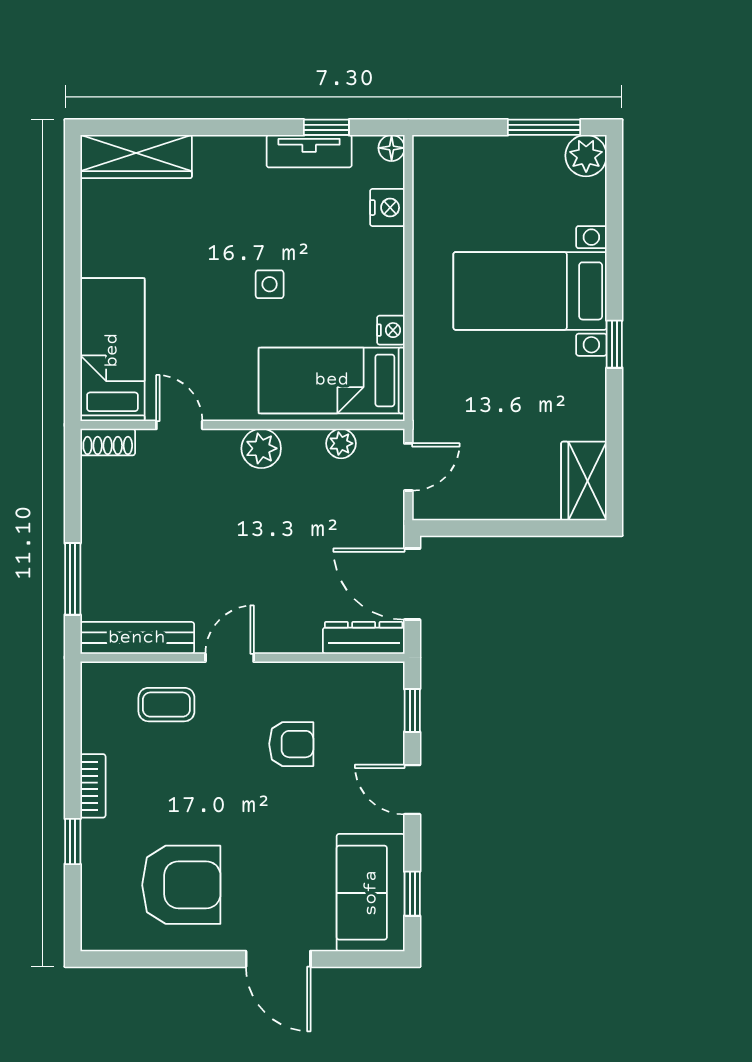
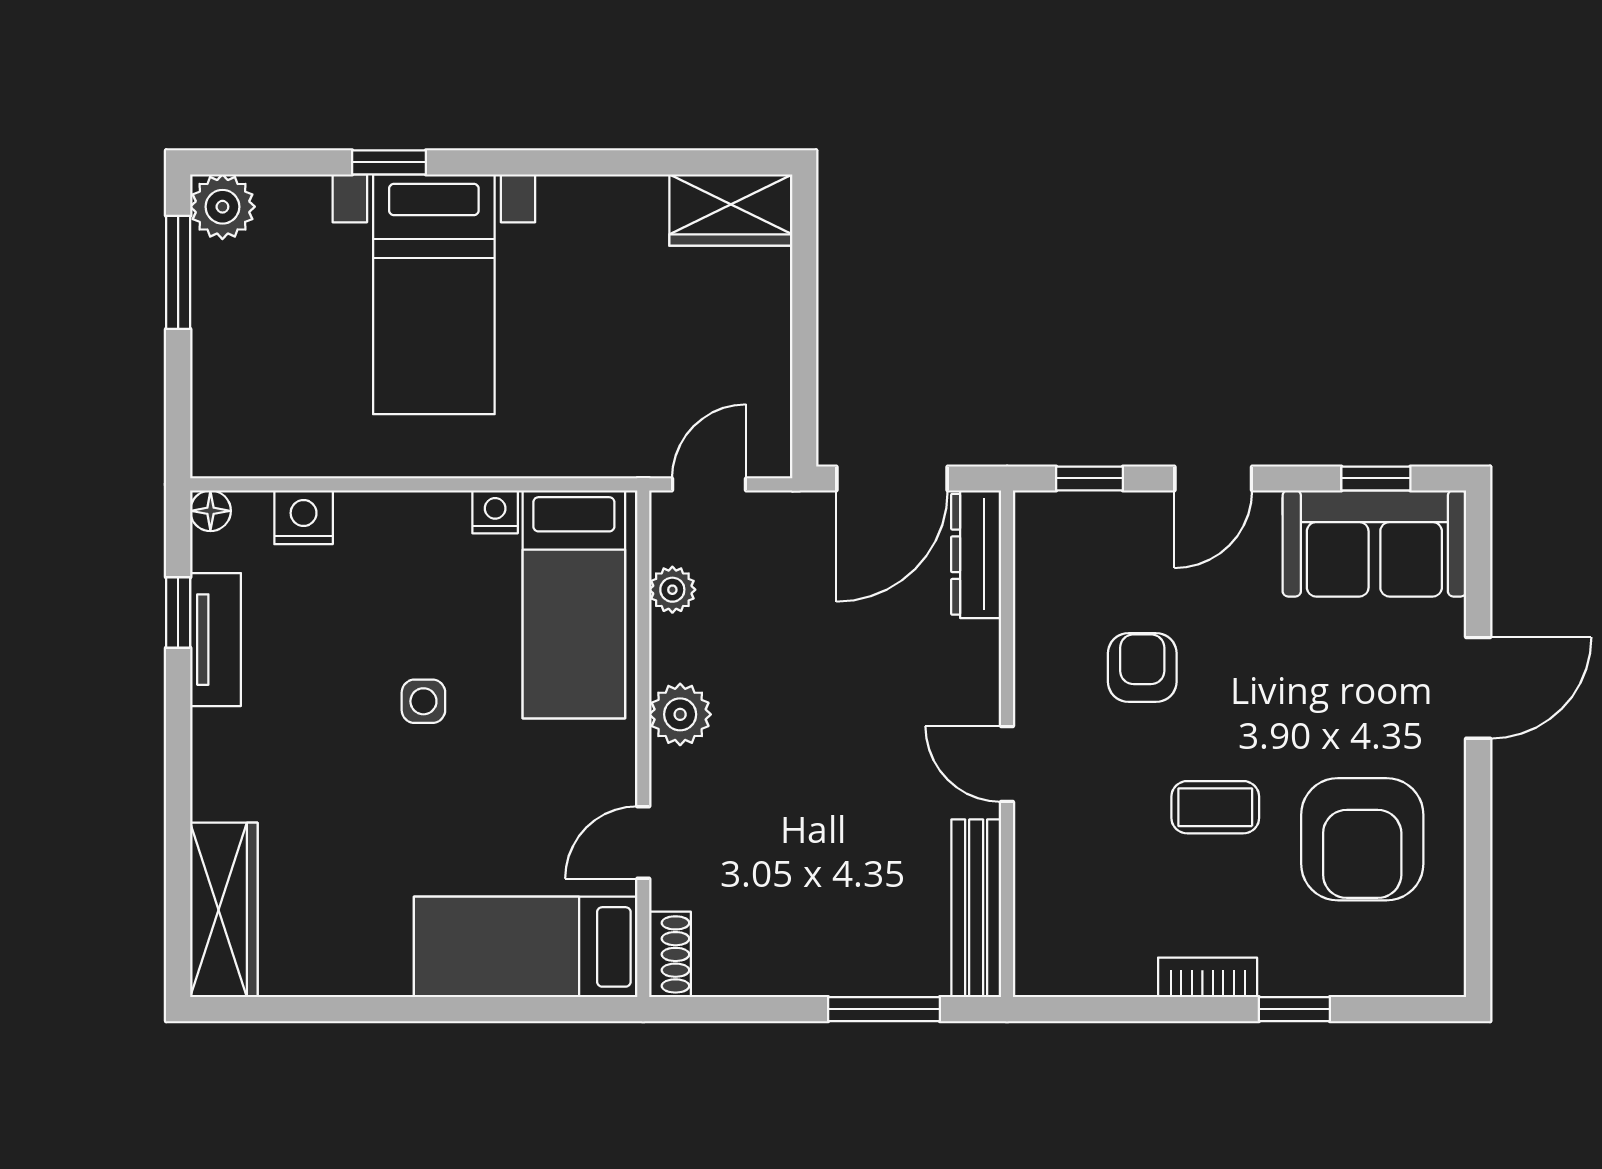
window: (614, 344) -> (389, 162), moved
door: (408, 467) -> (709, 484), hinge flipped
coffee table: (166, 705) -> (1215, 807), moved, turned 90
armchair: (181, 885) -> (1362, 839), turned 180

